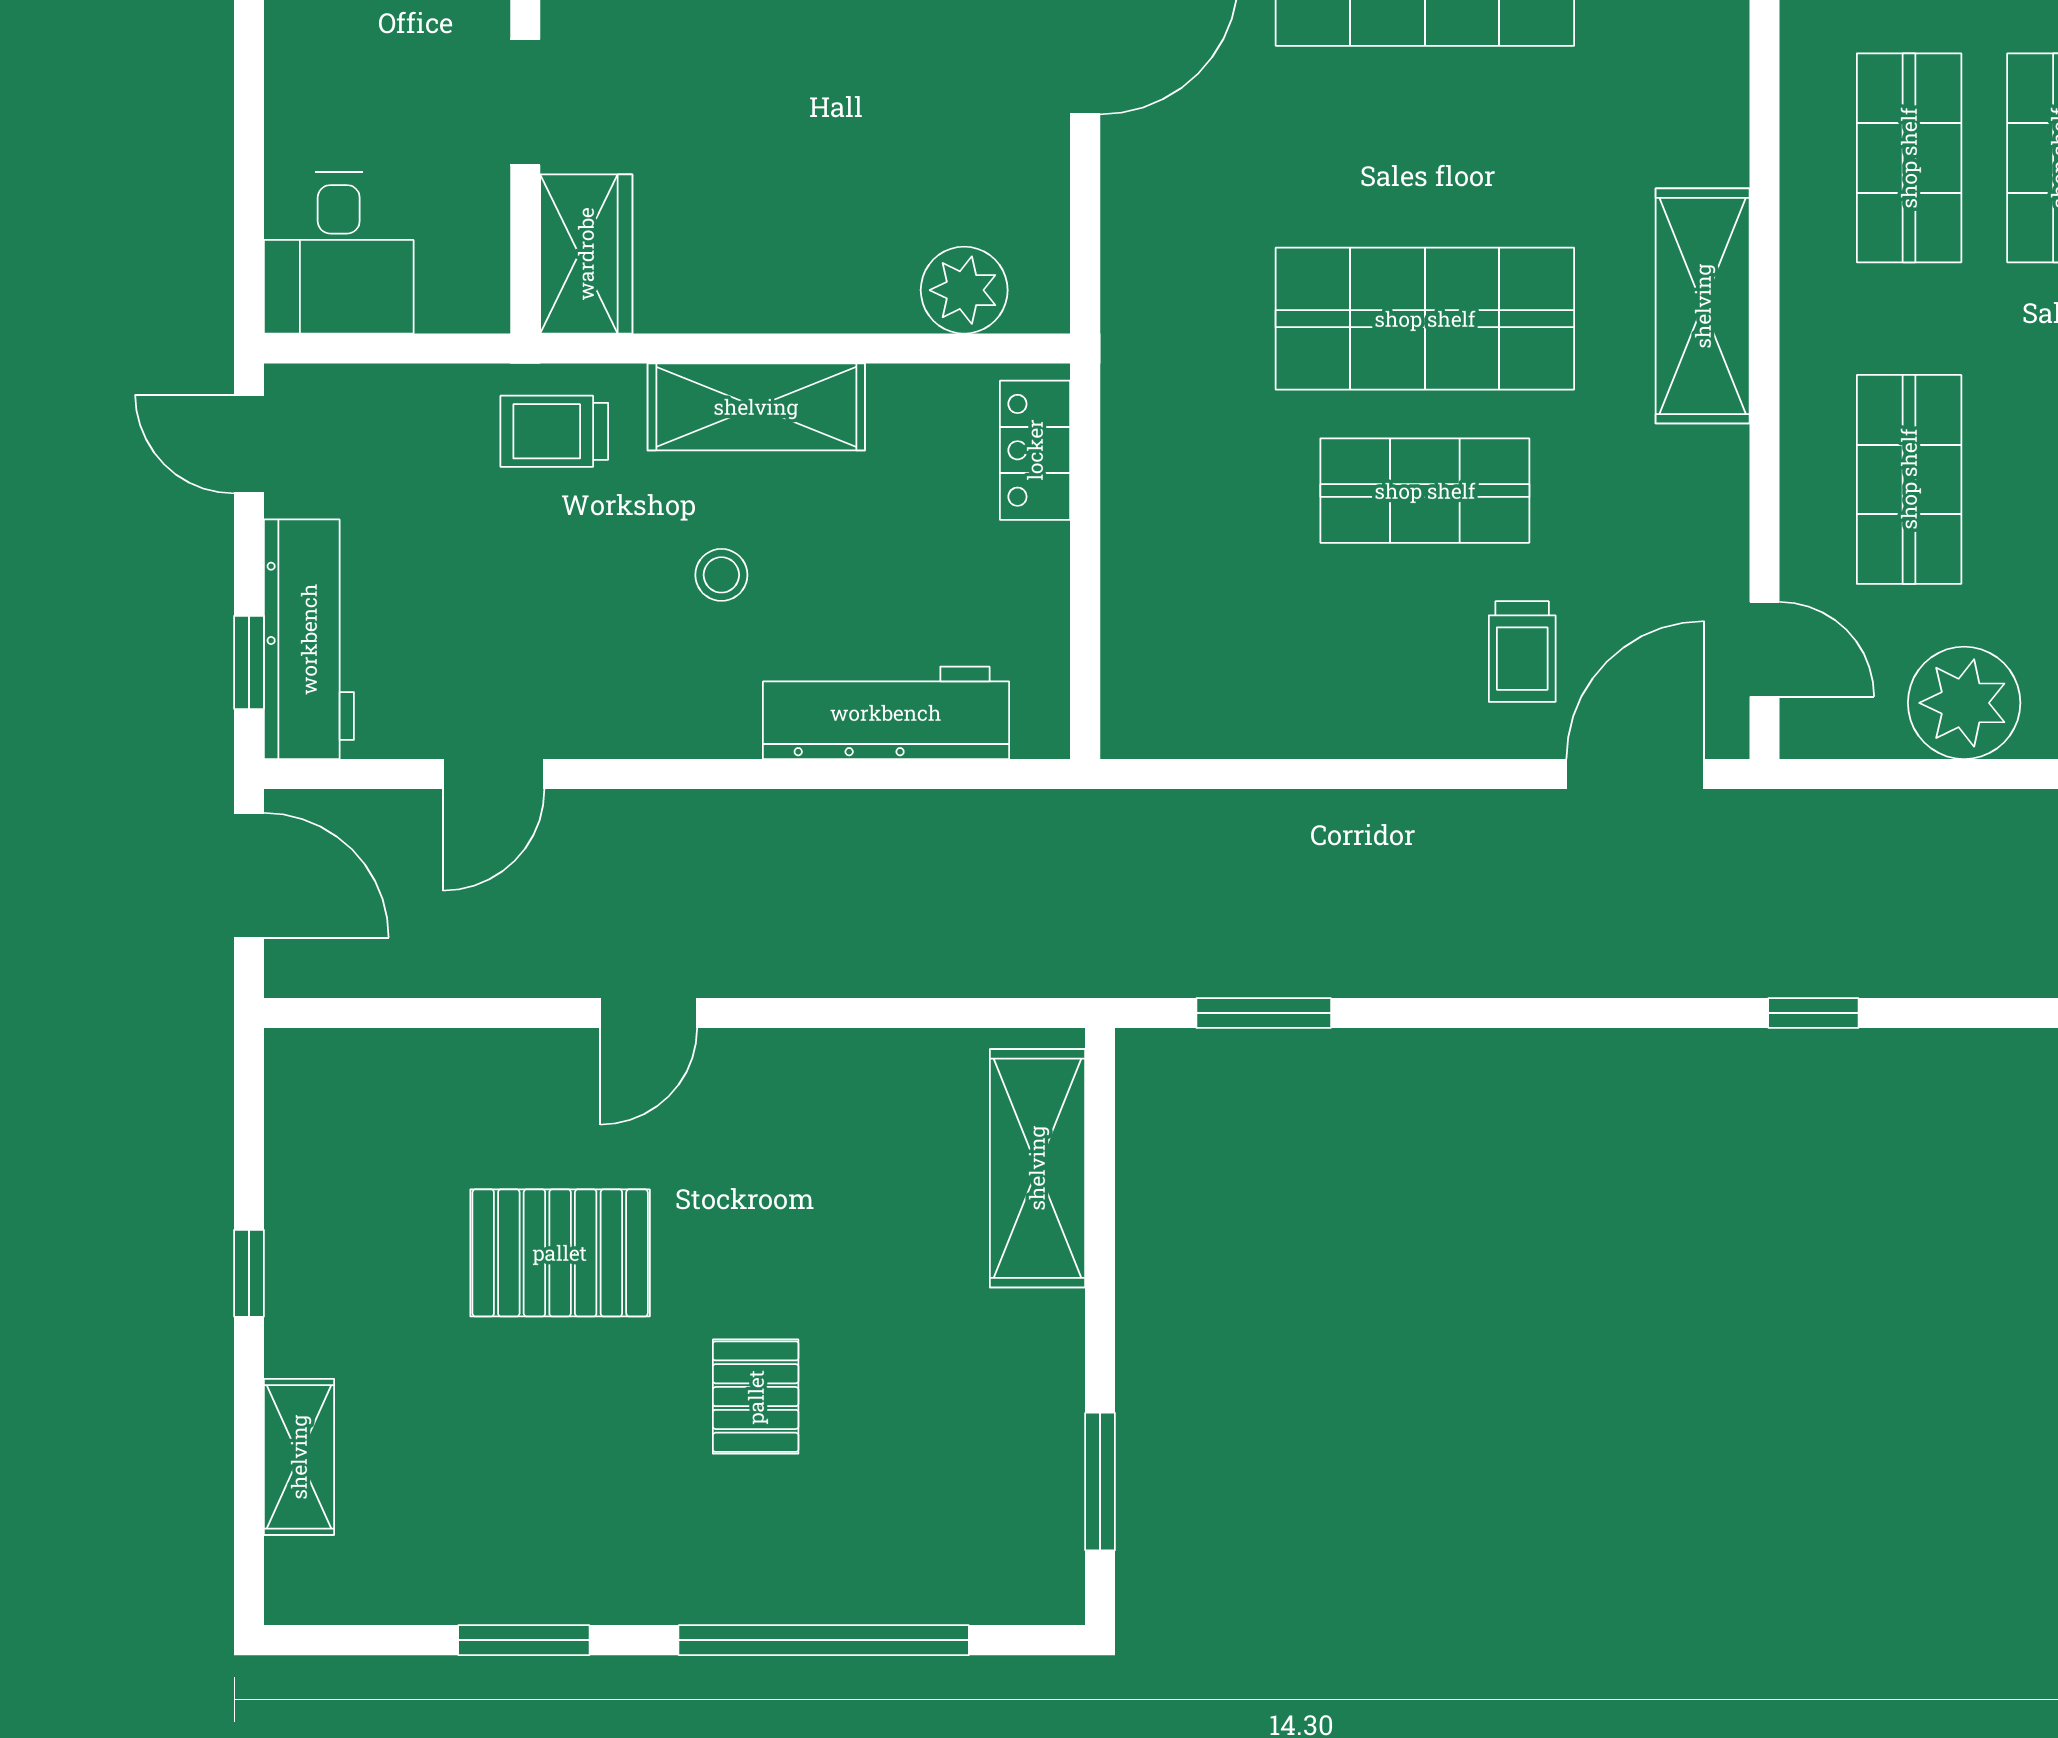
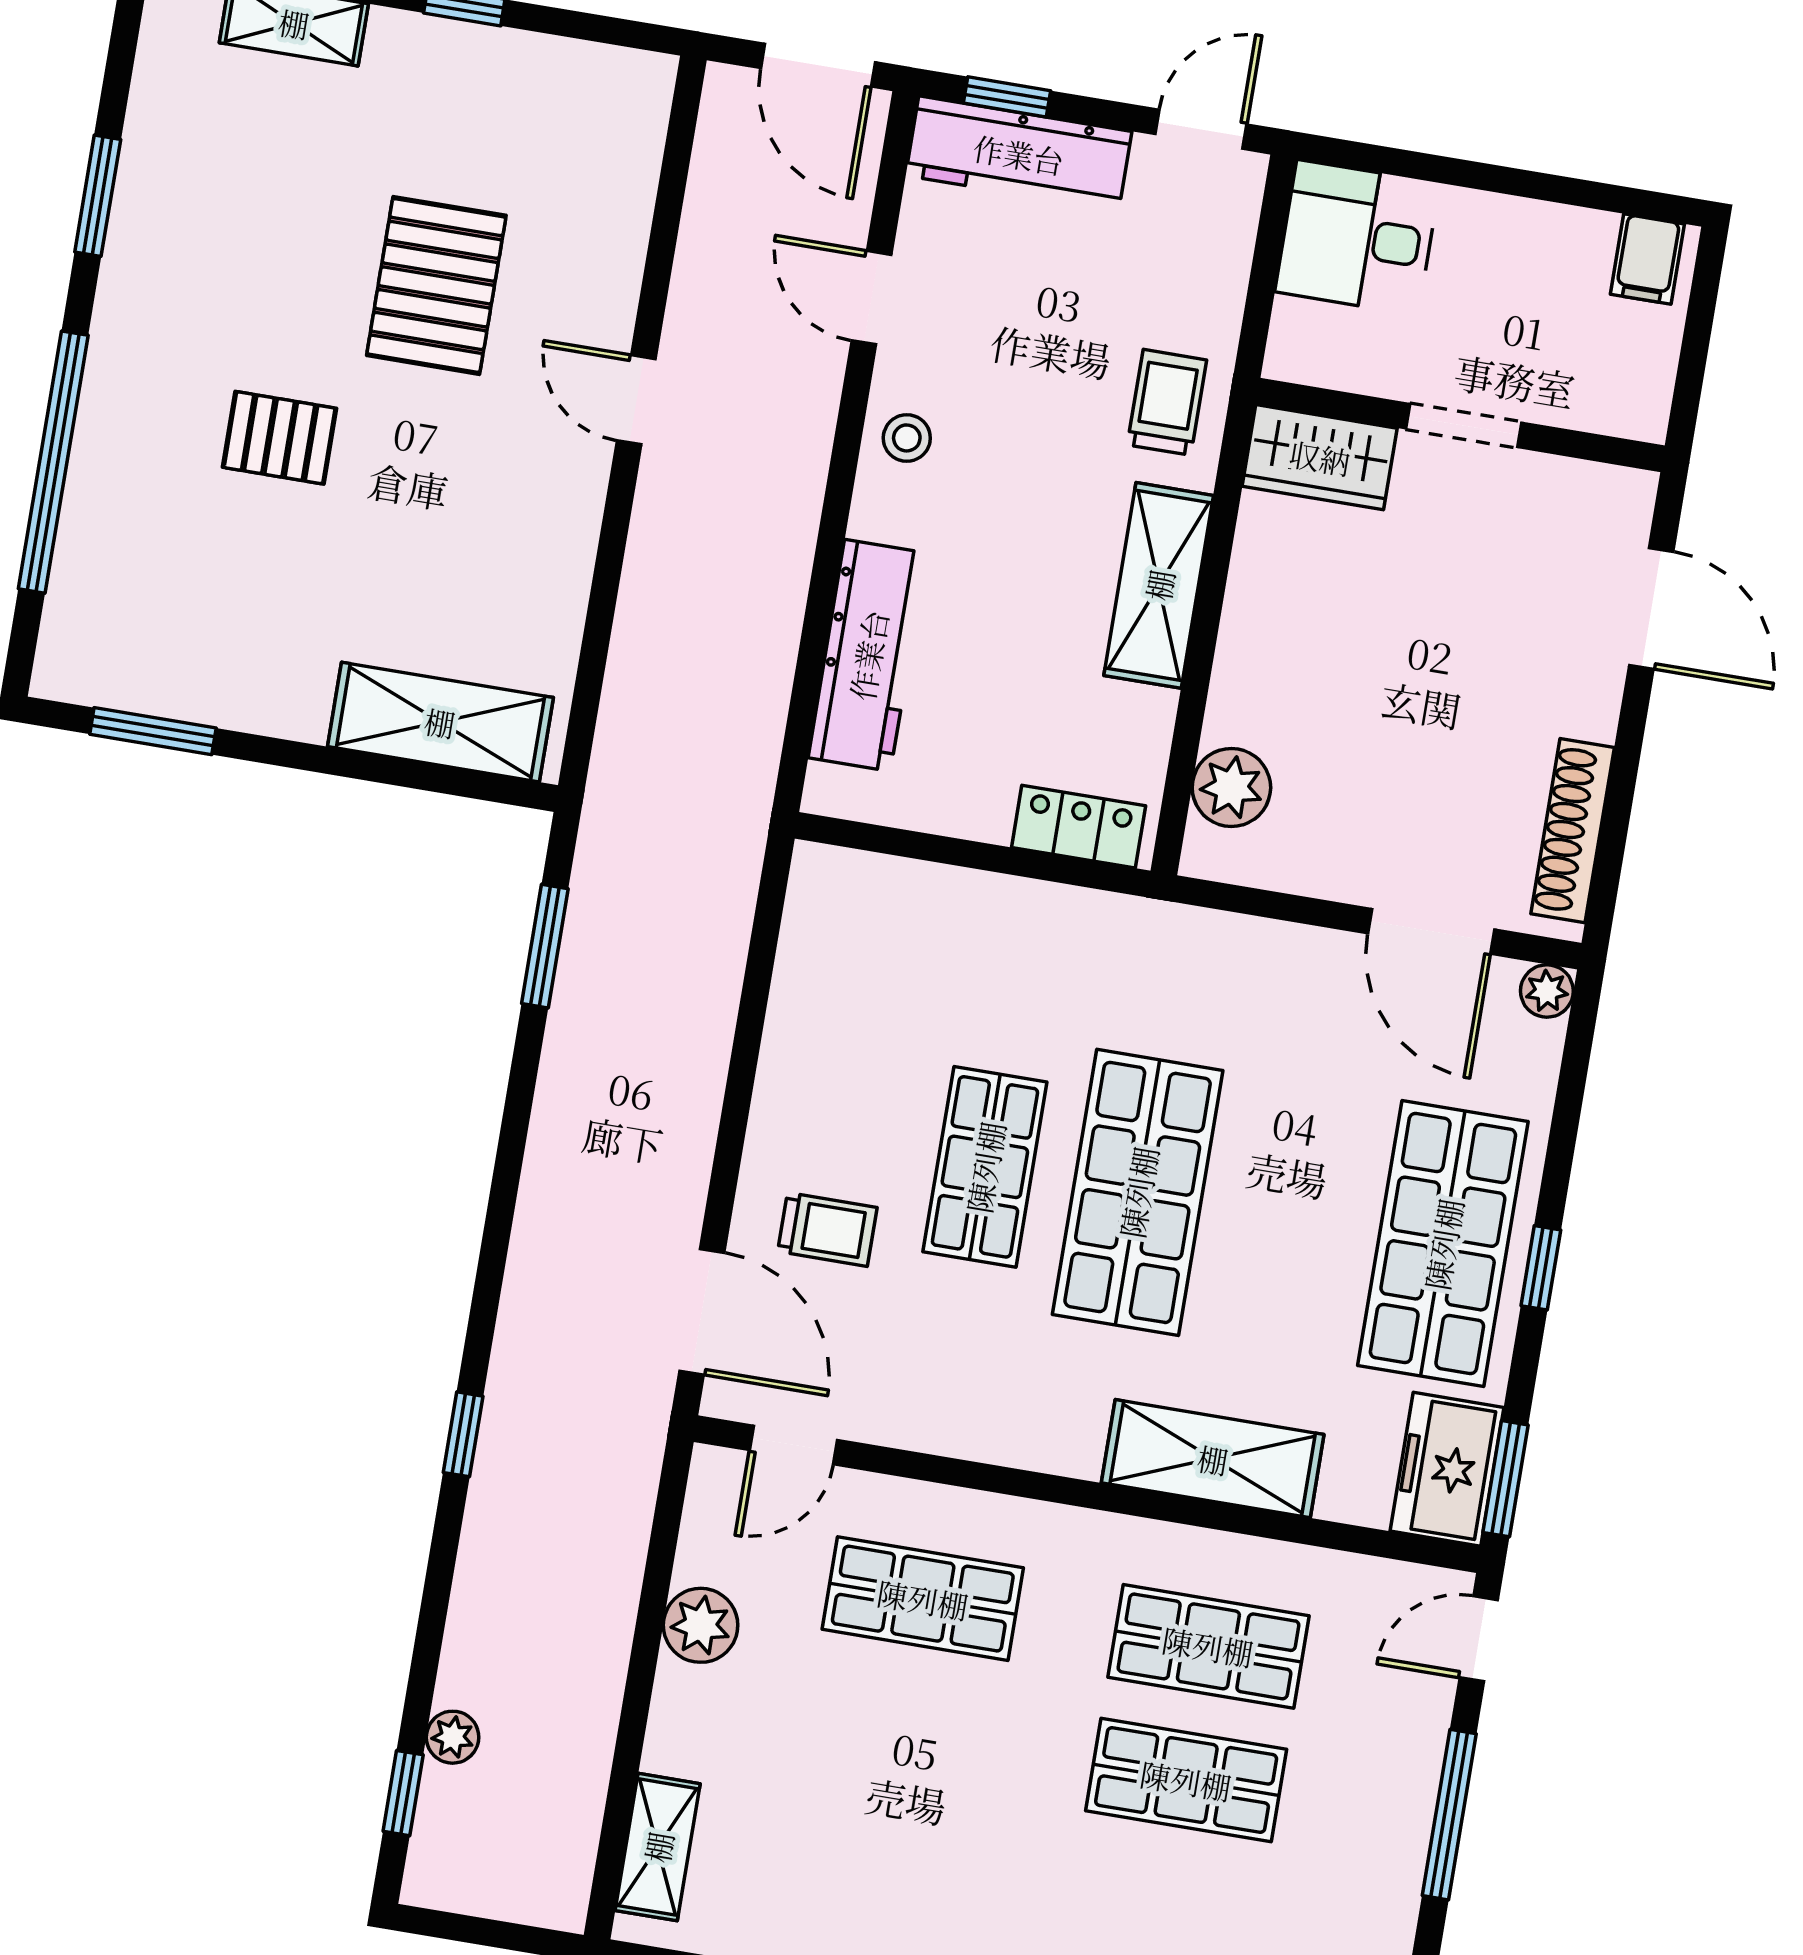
shelving: (1703, 306) -> (1213, 1459), moved
stool: (721, 575) -> (907, 438), moved
trolley: (1522, 652) -> (827, 1229), turned 180
plant: (1964, 703) -> (701, 1625), width x0.73, depth x0.73
door: (249, 875) -> (818, 65), hinge flipped

